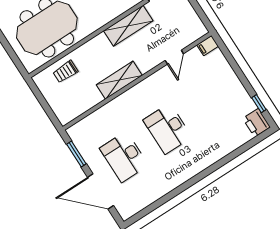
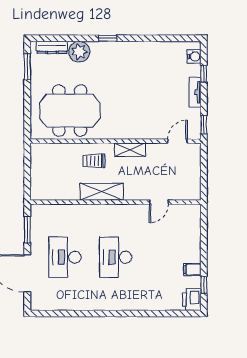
shelving: (128, 26) -> (130, 150), width x0.67, depth x0.75
filing cabinet: (208, 46) -> (192, 269), moved
trolley: (65, 72) -> (94, 161), moved

